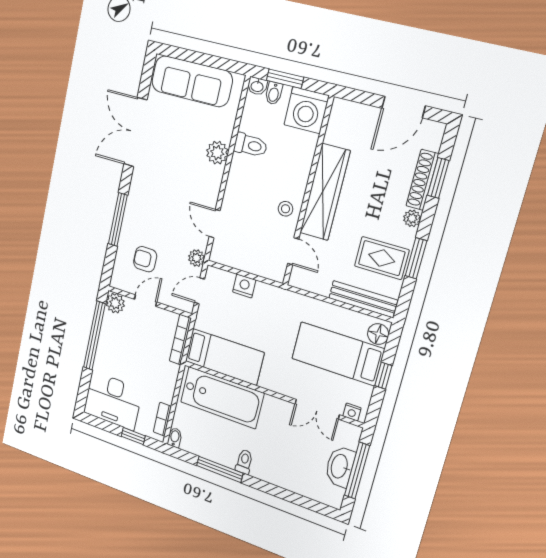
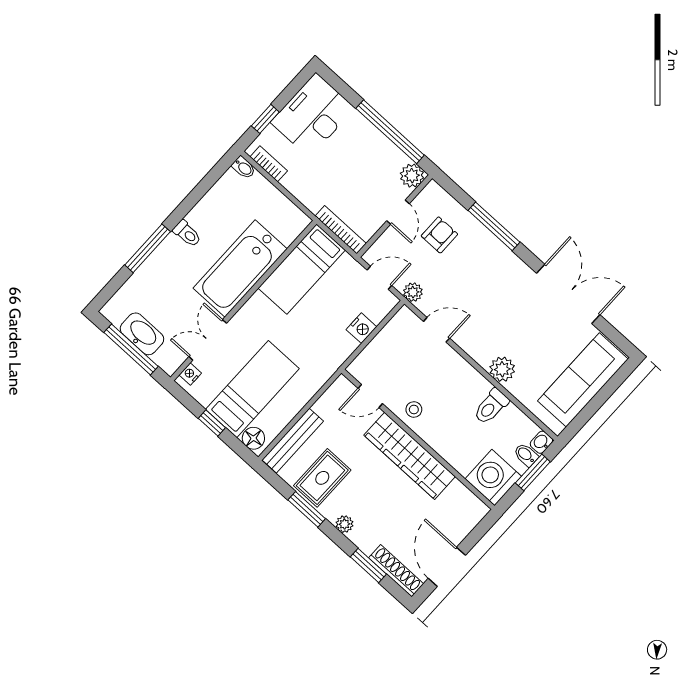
shoe rack: (422, 180) -> (396, 571), moved
door: (199, 291) -> (379, 278), hinge flipped
bathtub: (222, 398) -> (240, 268), moved
window: (220, 469) -> (148, 248), moved

